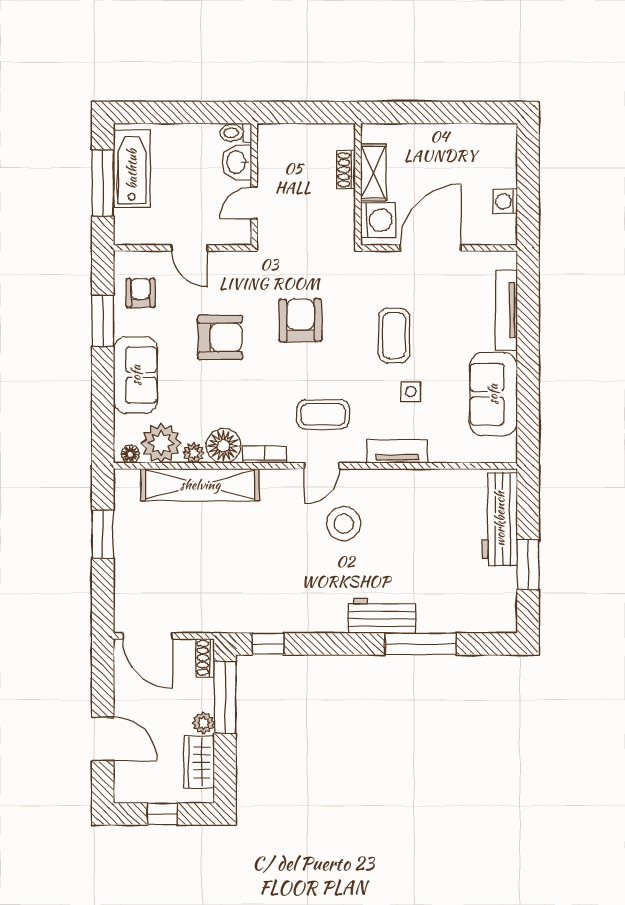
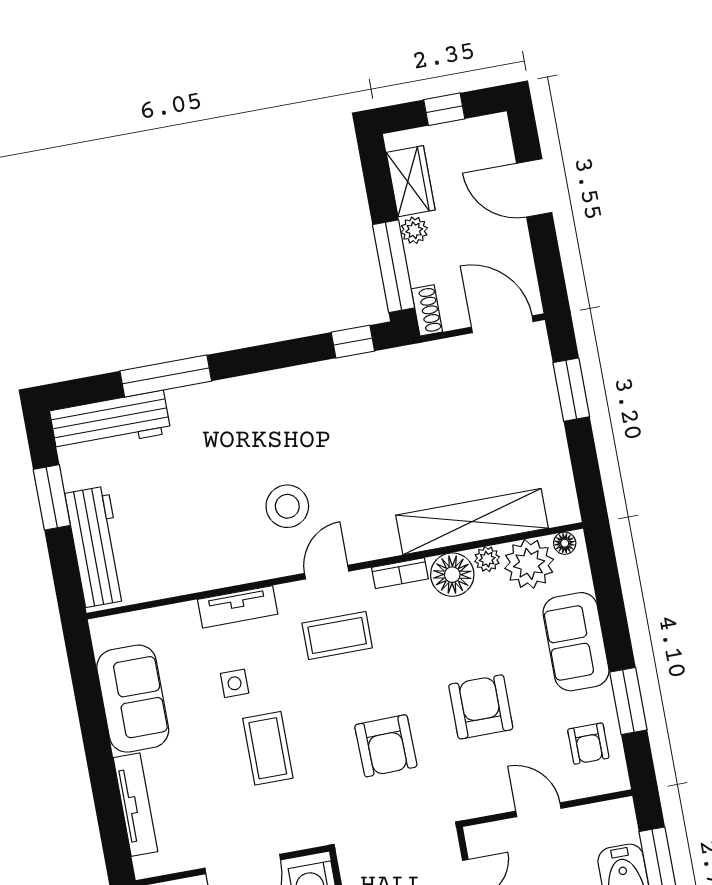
armchair: (220, 337) -> (481, 707), turned 90
window: (103, 534) -> (571, 390), moved
workbench: (382, 616) -> (110, 422), moved, width x1.38

